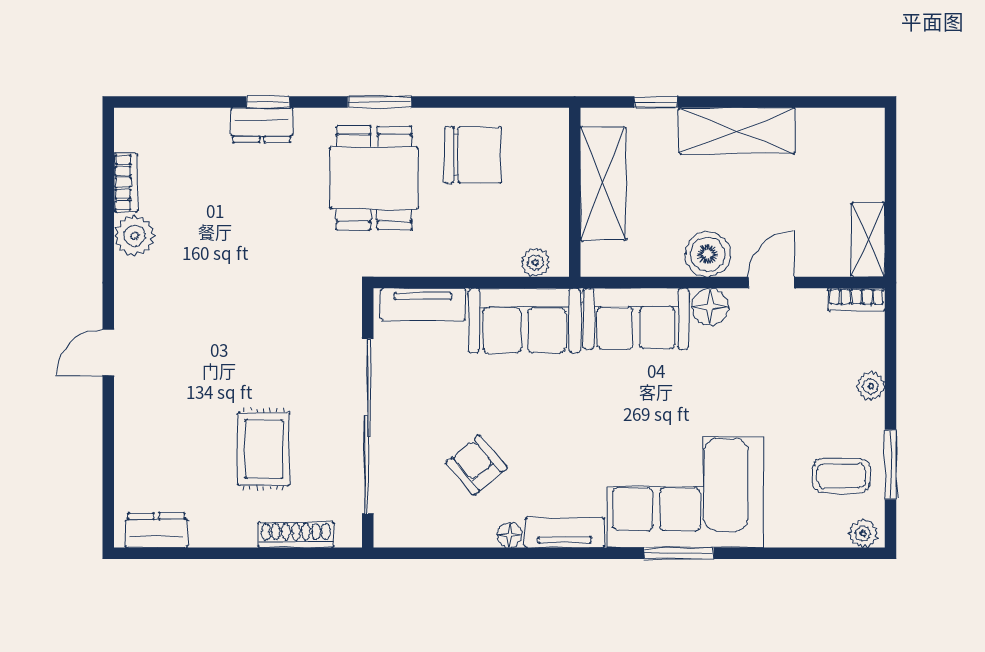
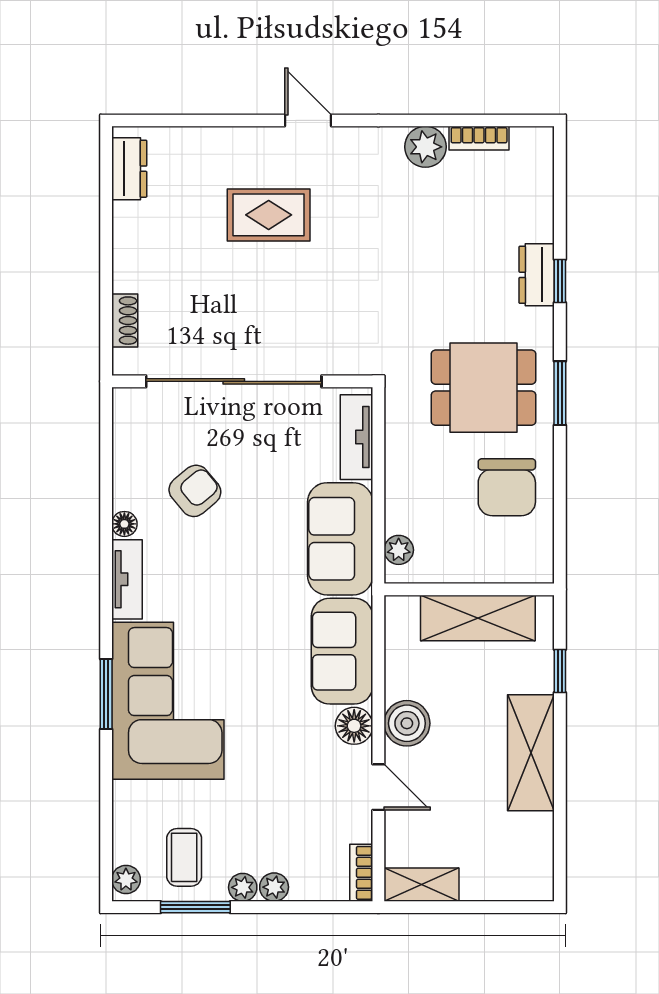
plant: (871, 417) -> (243, 887), added
rug: (264, 449) -> (269, 215), moved
shoe rack: (296, 535) -> (125, 321), width x0.70

